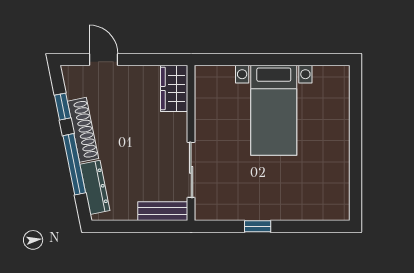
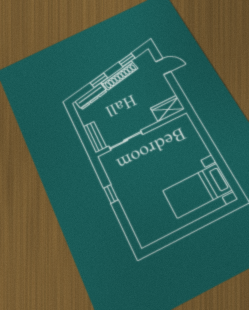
door: (104, 60) -> (163, 66), hinge flipped
bed with nightstands: (274, 110) -> (197, 190), moved
window: (74, 164) -> (99, 80), width x0.46

